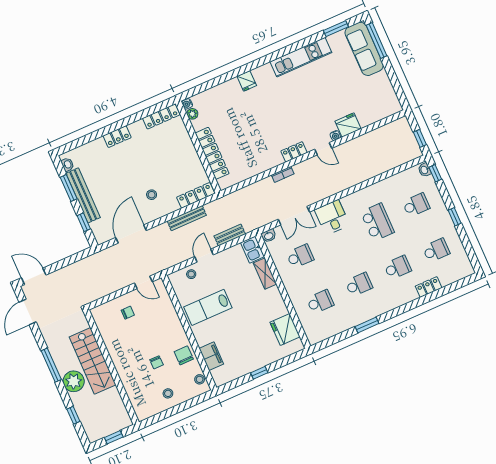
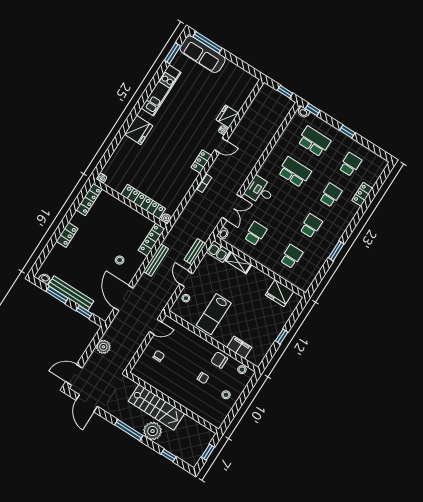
fridge: (247, 81) -> (139, 130), width x1.88, depth x1.34
plant: (192, 114) -> (166, 218), moved
school desk: (416, 205) -> (314, 141), width x1.85
plant: (80, 268) -> (103, 347), added

